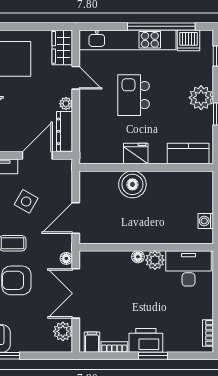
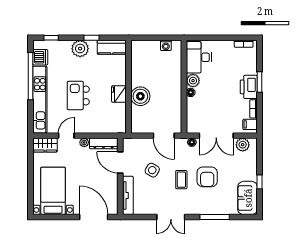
kitchen island: (134, 95) -> (78, 95), turned 90
kitchen counter: (188, 154) -> (112, 47), moved, turned -90

